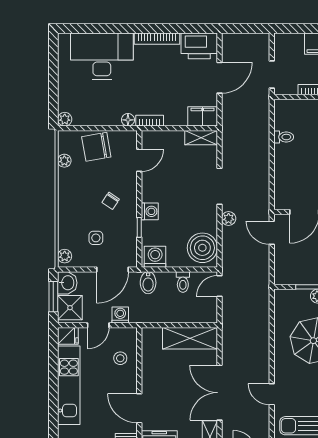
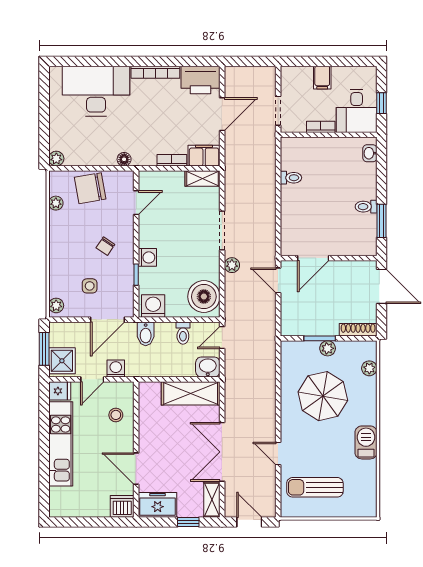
bookcase: (150, 121) -> (172, 160), moved
washbasin: (67, 283) -> (208, 367), moved, turned -90

